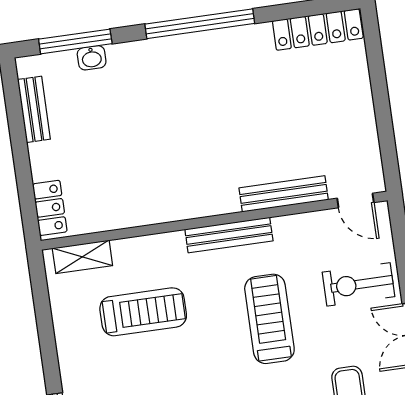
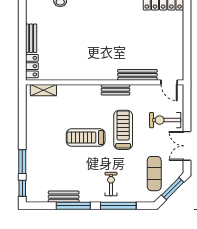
bench: (34, 109) -> (31, 38), moved
bench: (229, 235) -> (116, 90), width x0.73
treadmill: (143, 312) -> (86, 137), moved, turned 180

